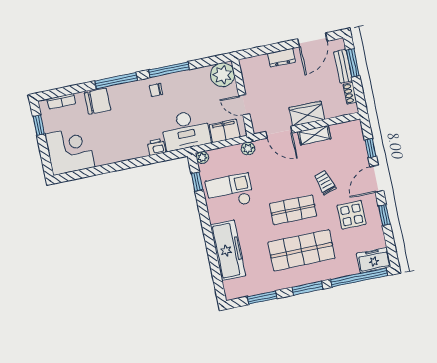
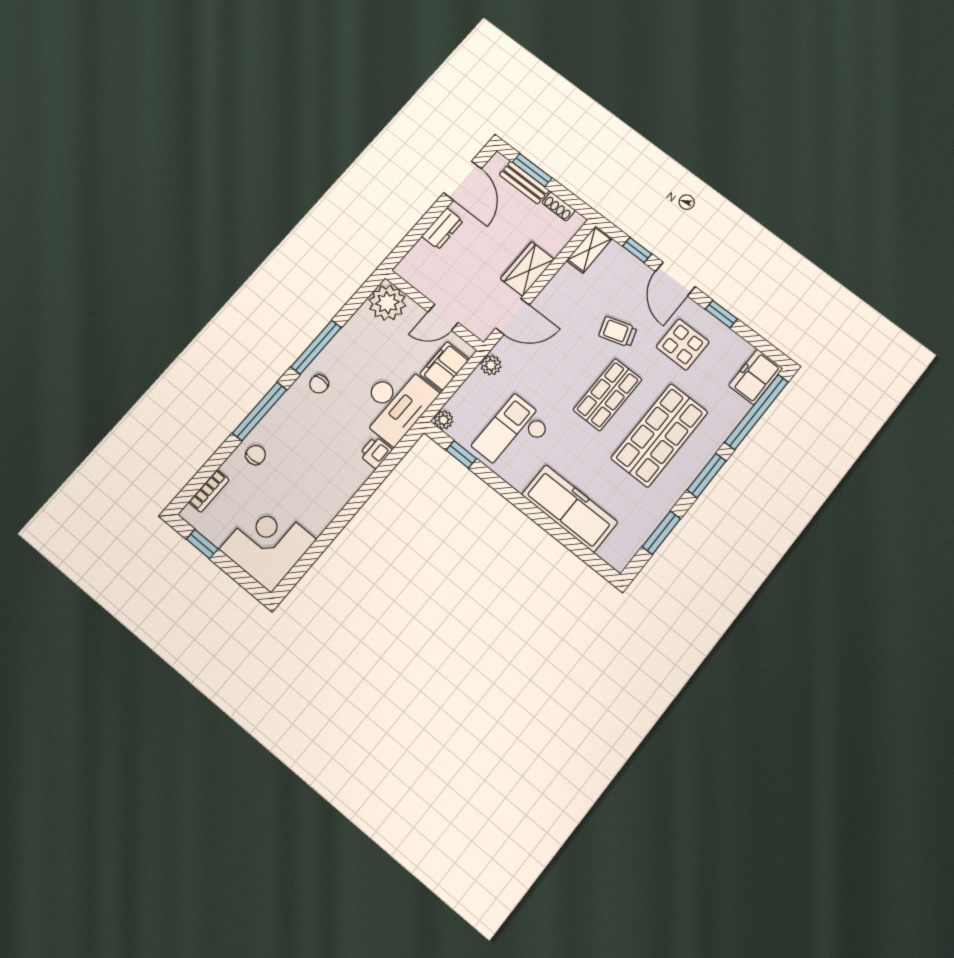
chair: (97, 101) -> (256, 455), width x0.54, depth x0.54
shelving: (314, 135) -> (589, 249), moved

